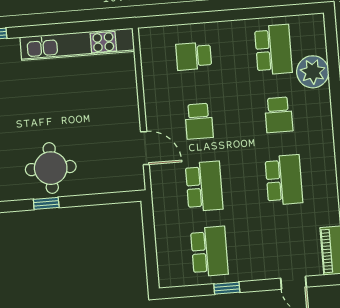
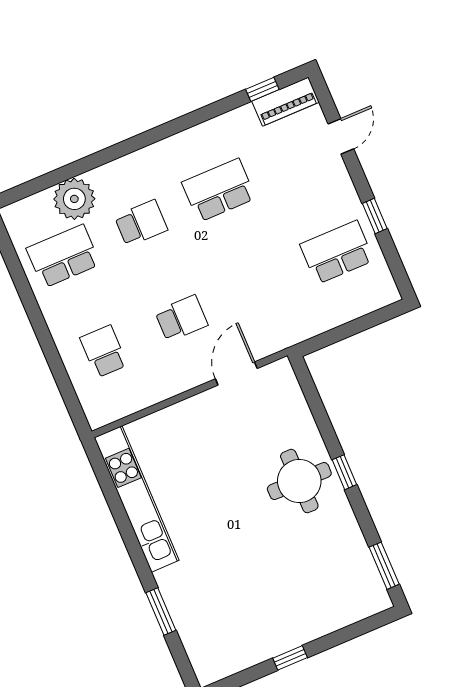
school desk: (194, 56) -> (104, 351), turned 180
school desk: (204, 186) -> (259, 285), removed

